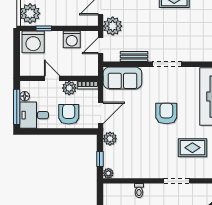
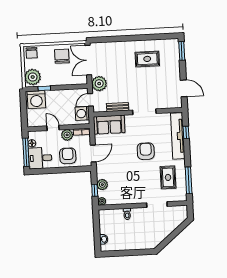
washing machine: (72, 39) -> (82, 114), moved, turned 90
plant: (110, 139) -> (102, 185), moved
rug: (192, 148) -> (168, 177), turned 90

